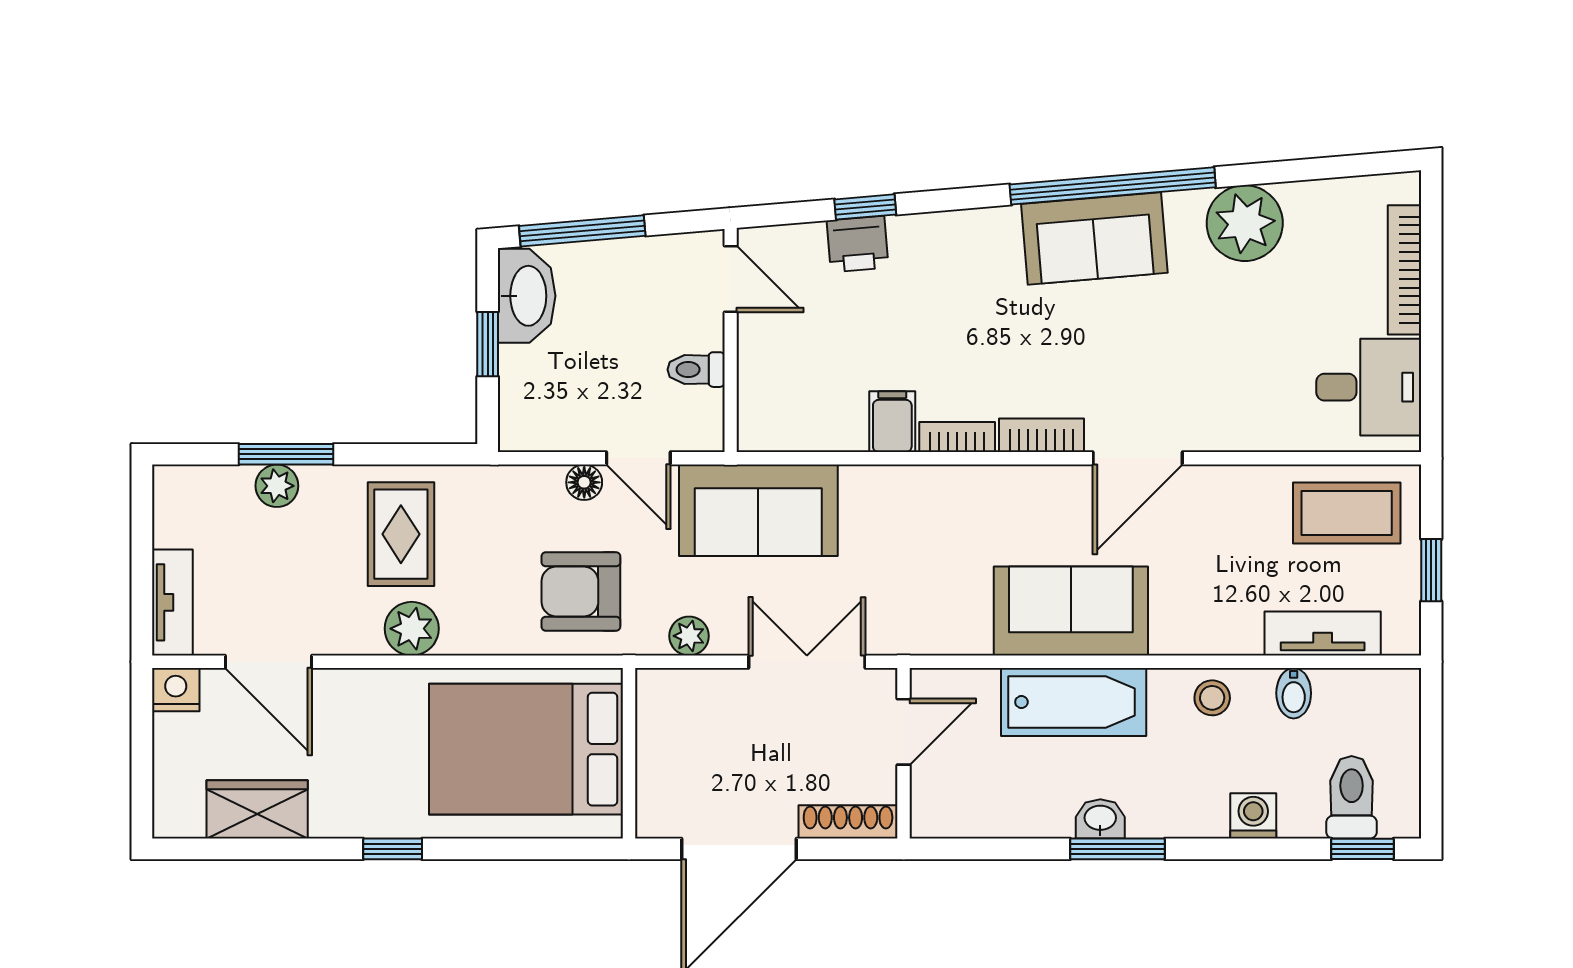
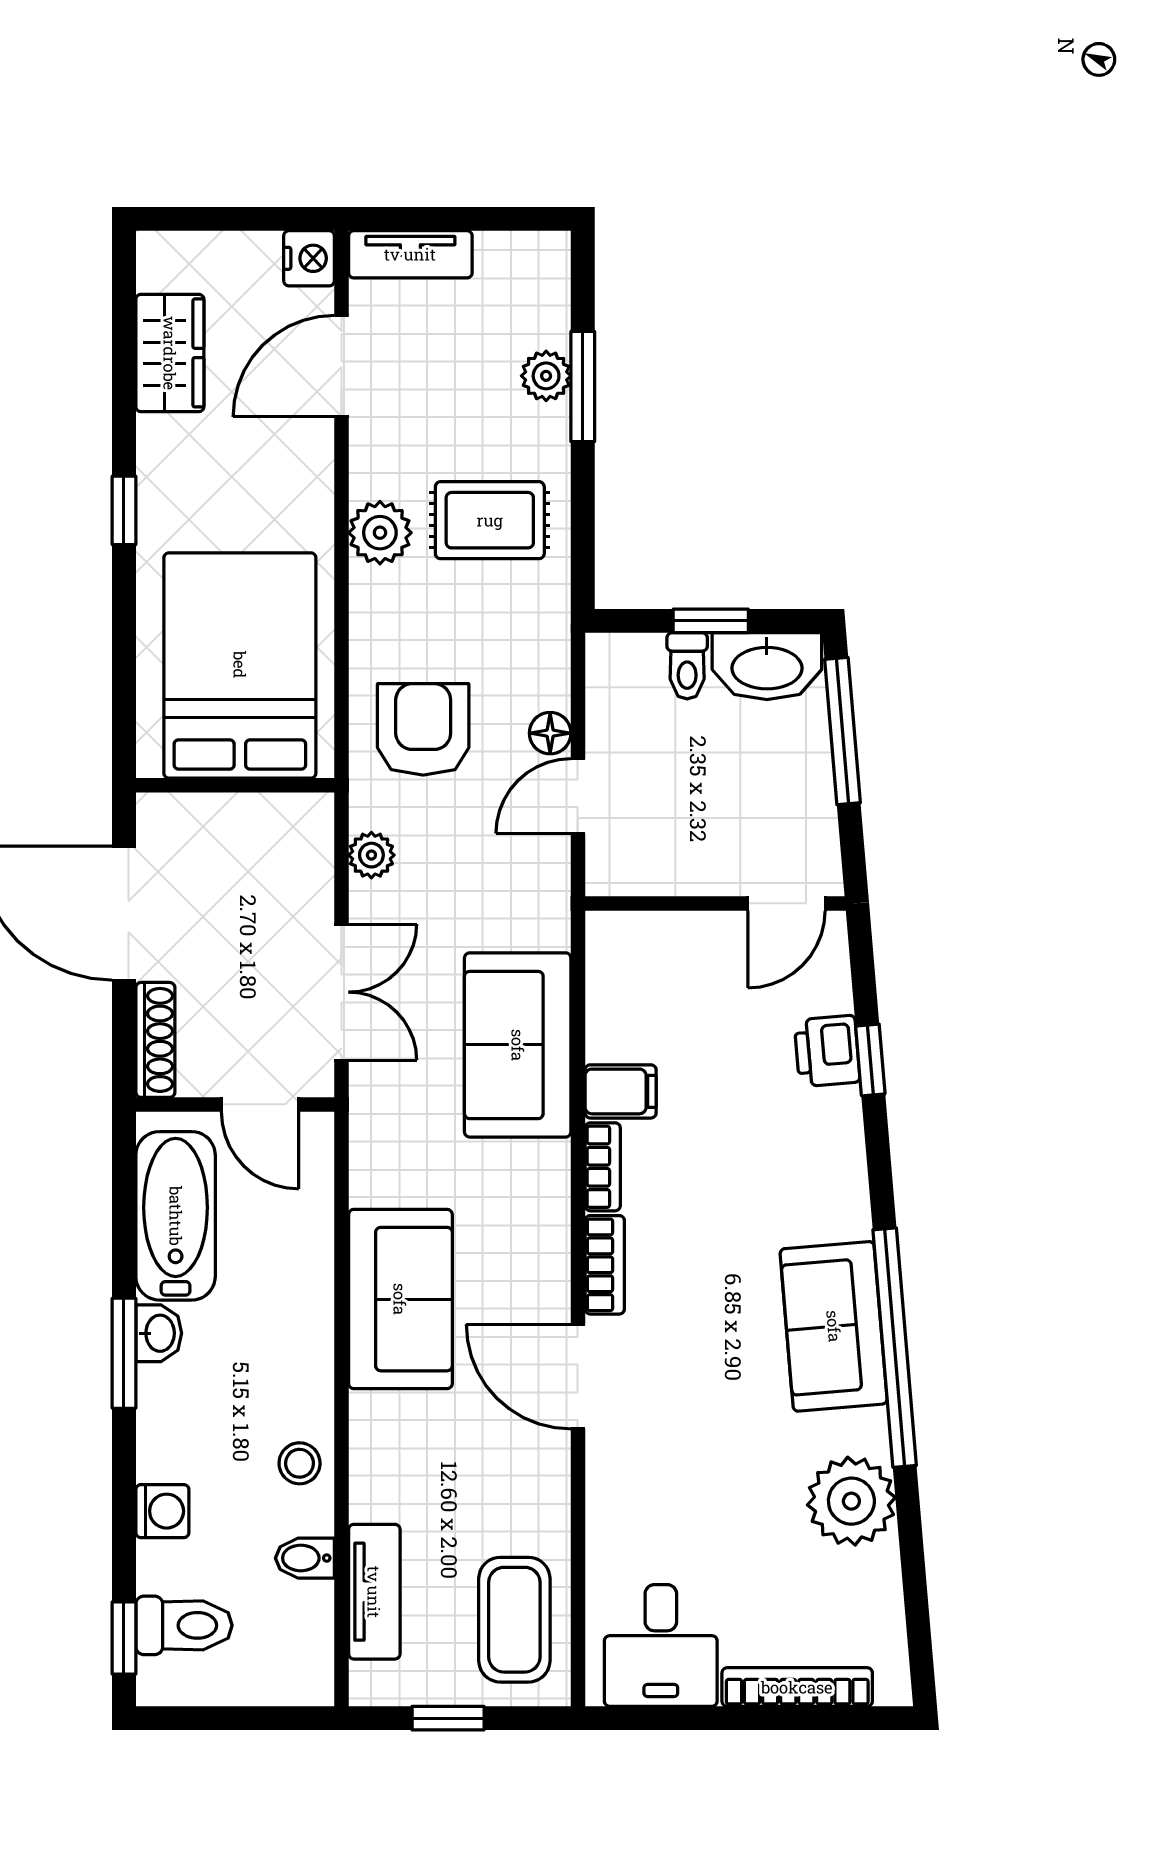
toilet: (696, 370) -> (687, 666), moved, turned 180
sofa: (758, 510) -> (518, 1045), moved
bathtub: (1074, 702) -> (176, 1216), moved, turned 180

